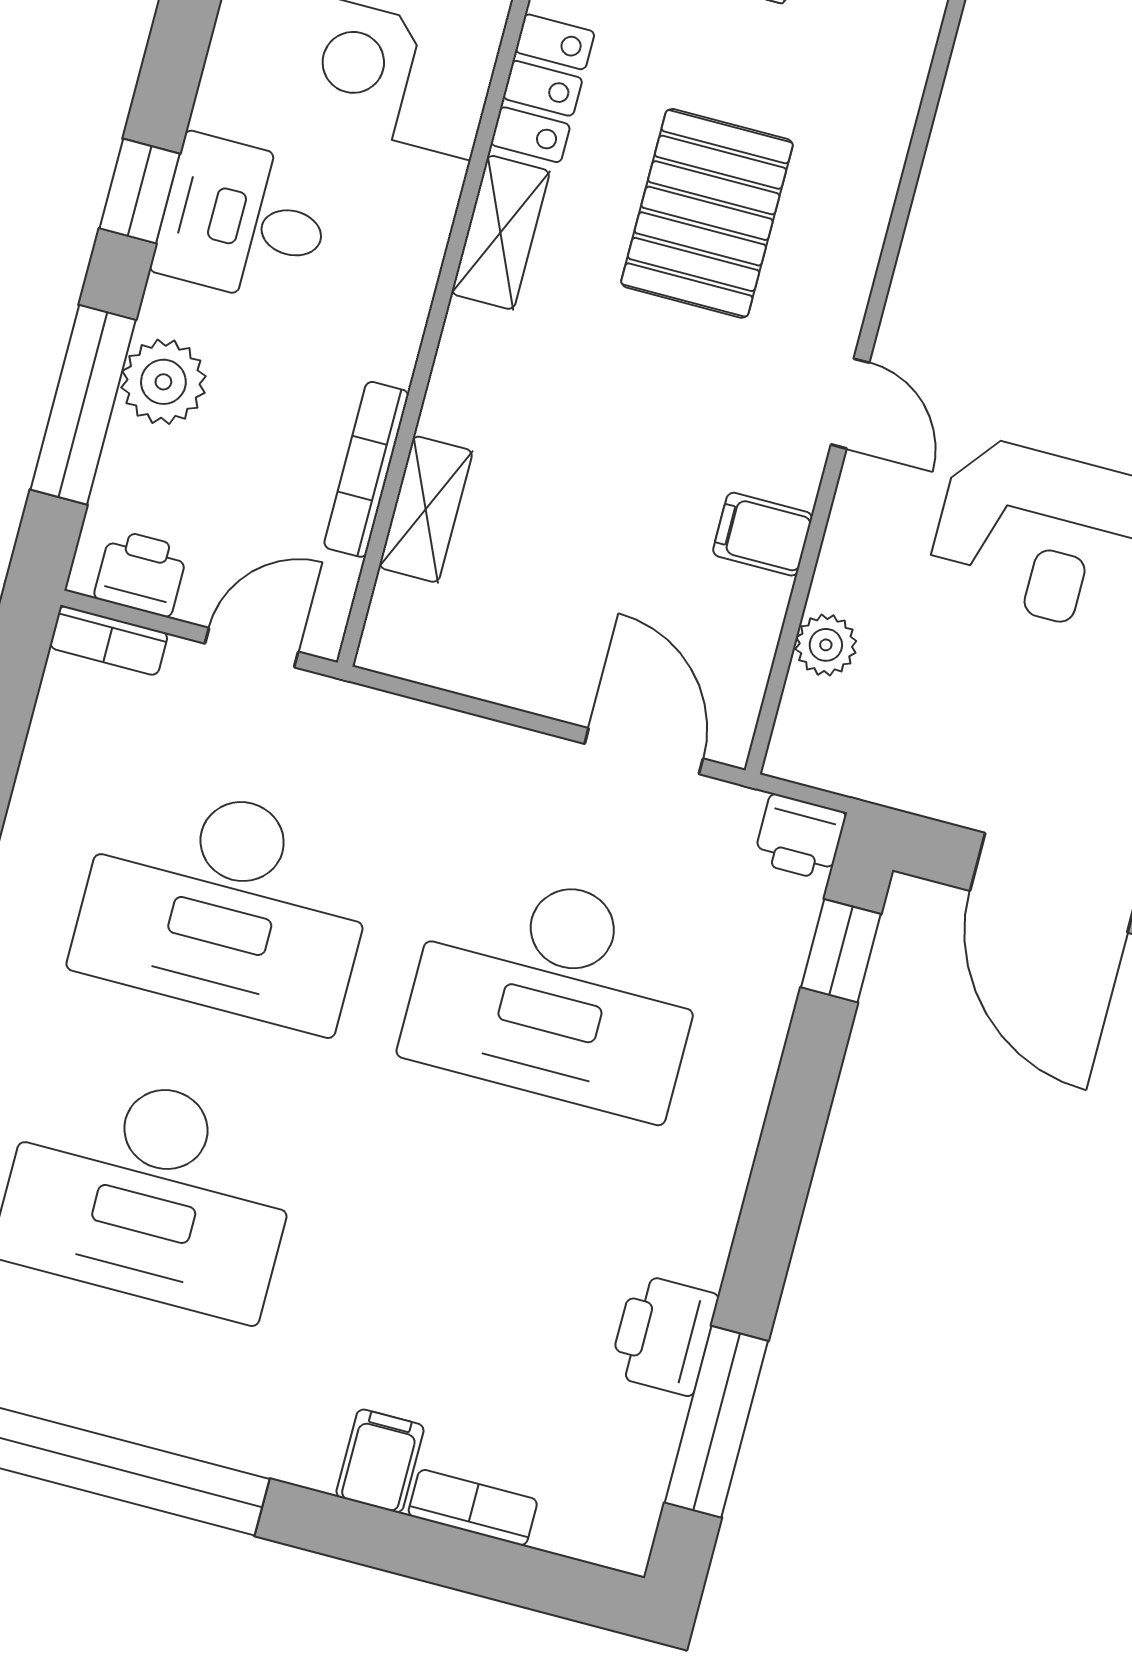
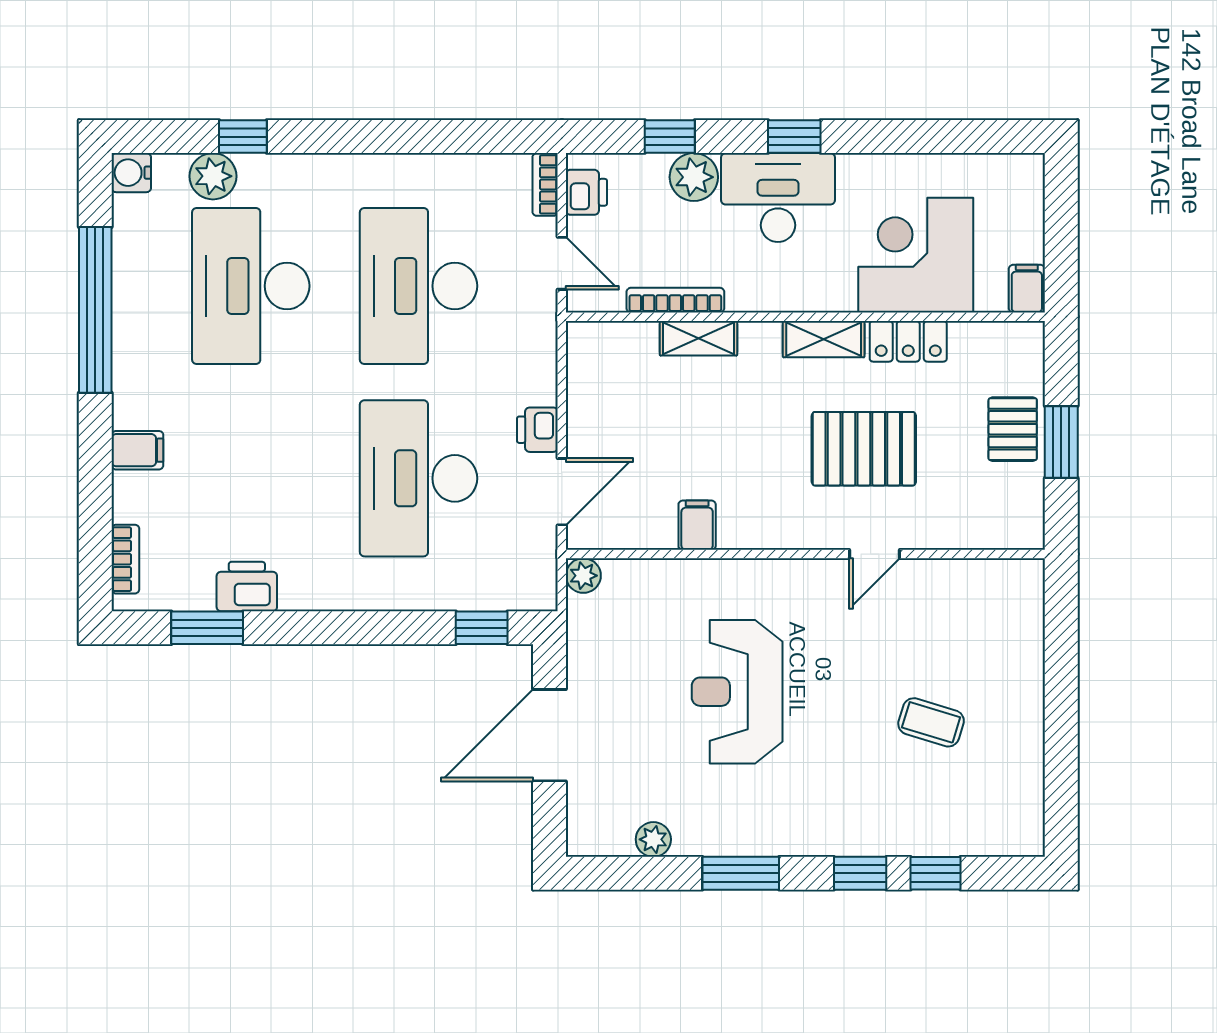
desk: (244, 220) -> (778, 198), width x1.37
door: (850, 404) -> (874, 554), moved
window: (83, 405) -> (670, 137), width x0.46
shelving: (426, 509) -> (698, 338), moved
plant: (826, 645) -> (583, 576), moved
printer: (800, 837) -> (537, 430), moved
window: (716, 1422) -> (207, 628), width x0.69
bookcase: (473, 1508) -> (125, 559), moved

